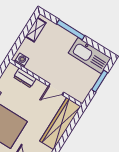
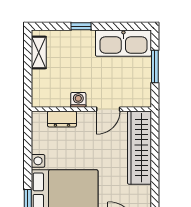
window: (71, 30) -> (81, 26), width x0.46
washing machine: (22, 60) -> (78, 100), moved

